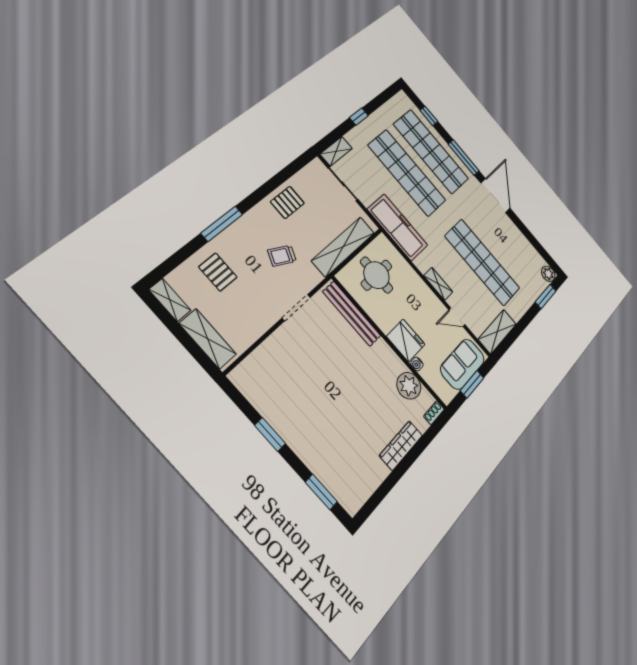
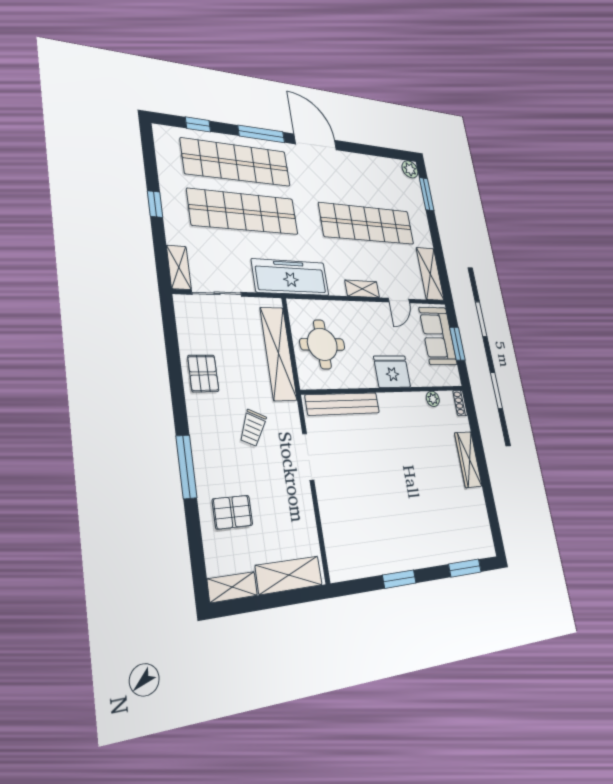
water cooler: (417, 364) -> (416, 380), removed
plant: (409, 386) -> (433, 399), width x0.53, depth x0.53

